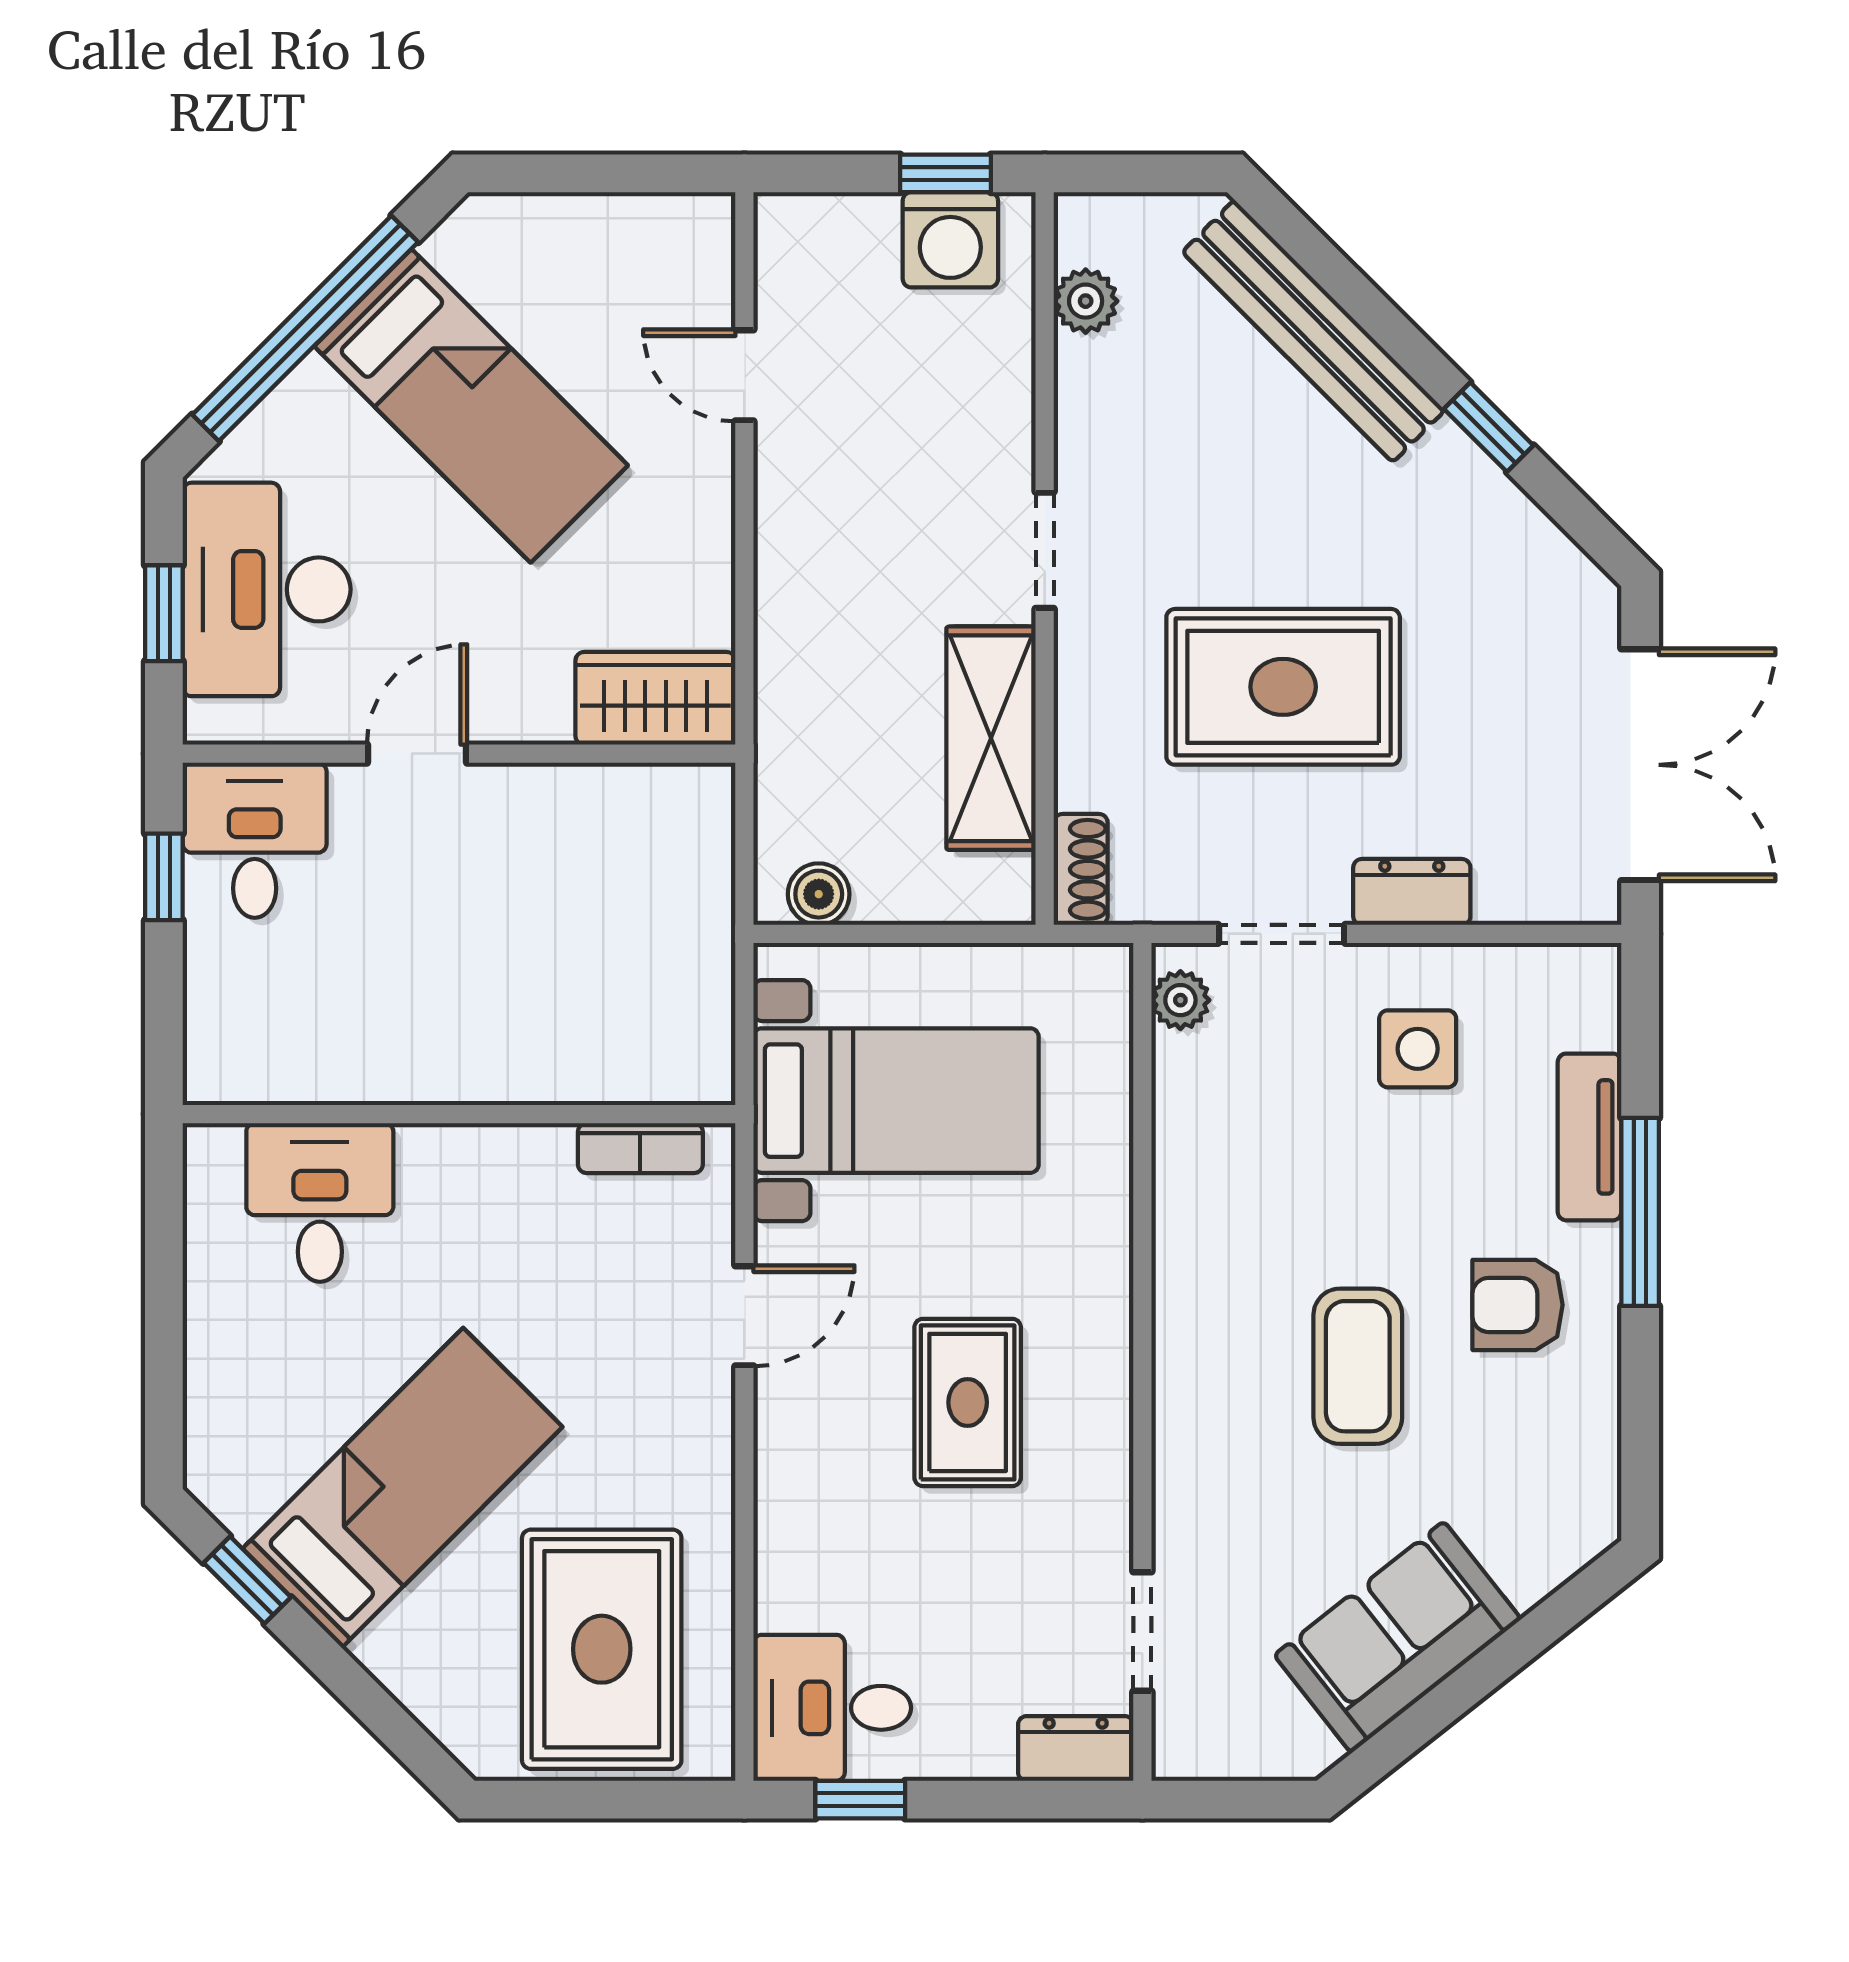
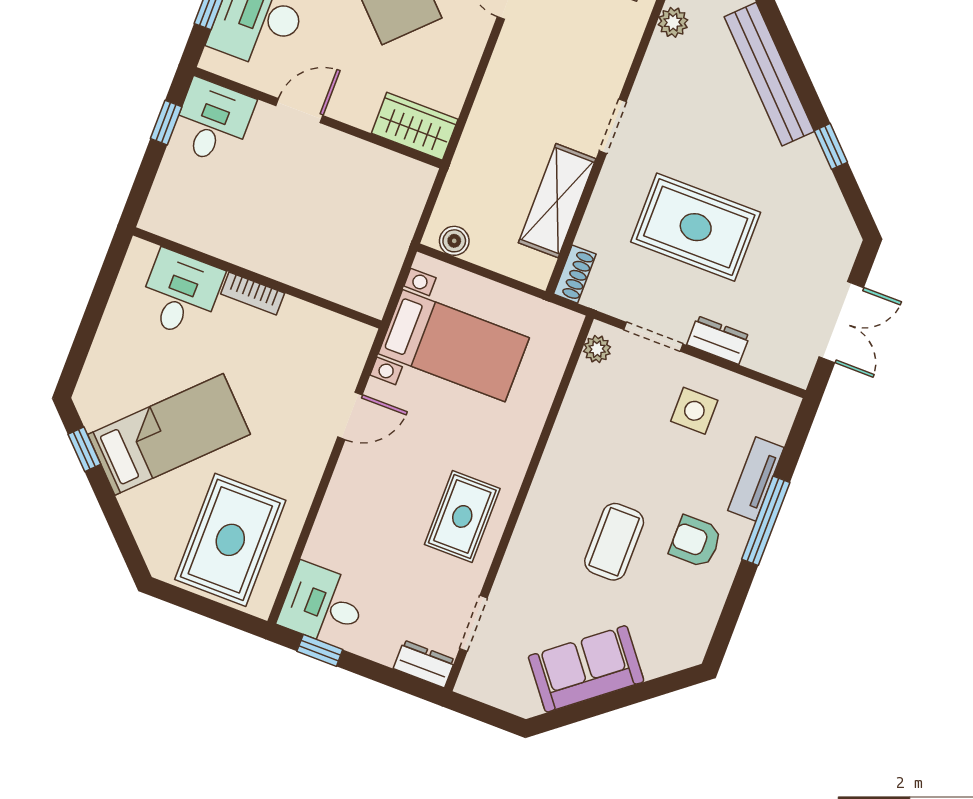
double door: (1640, 765) -> (841, 322), width x0.73
bookcase: (640, 1148) -> (253, 294), moved
rug: (968, 1402) -> (462, 516), moved

